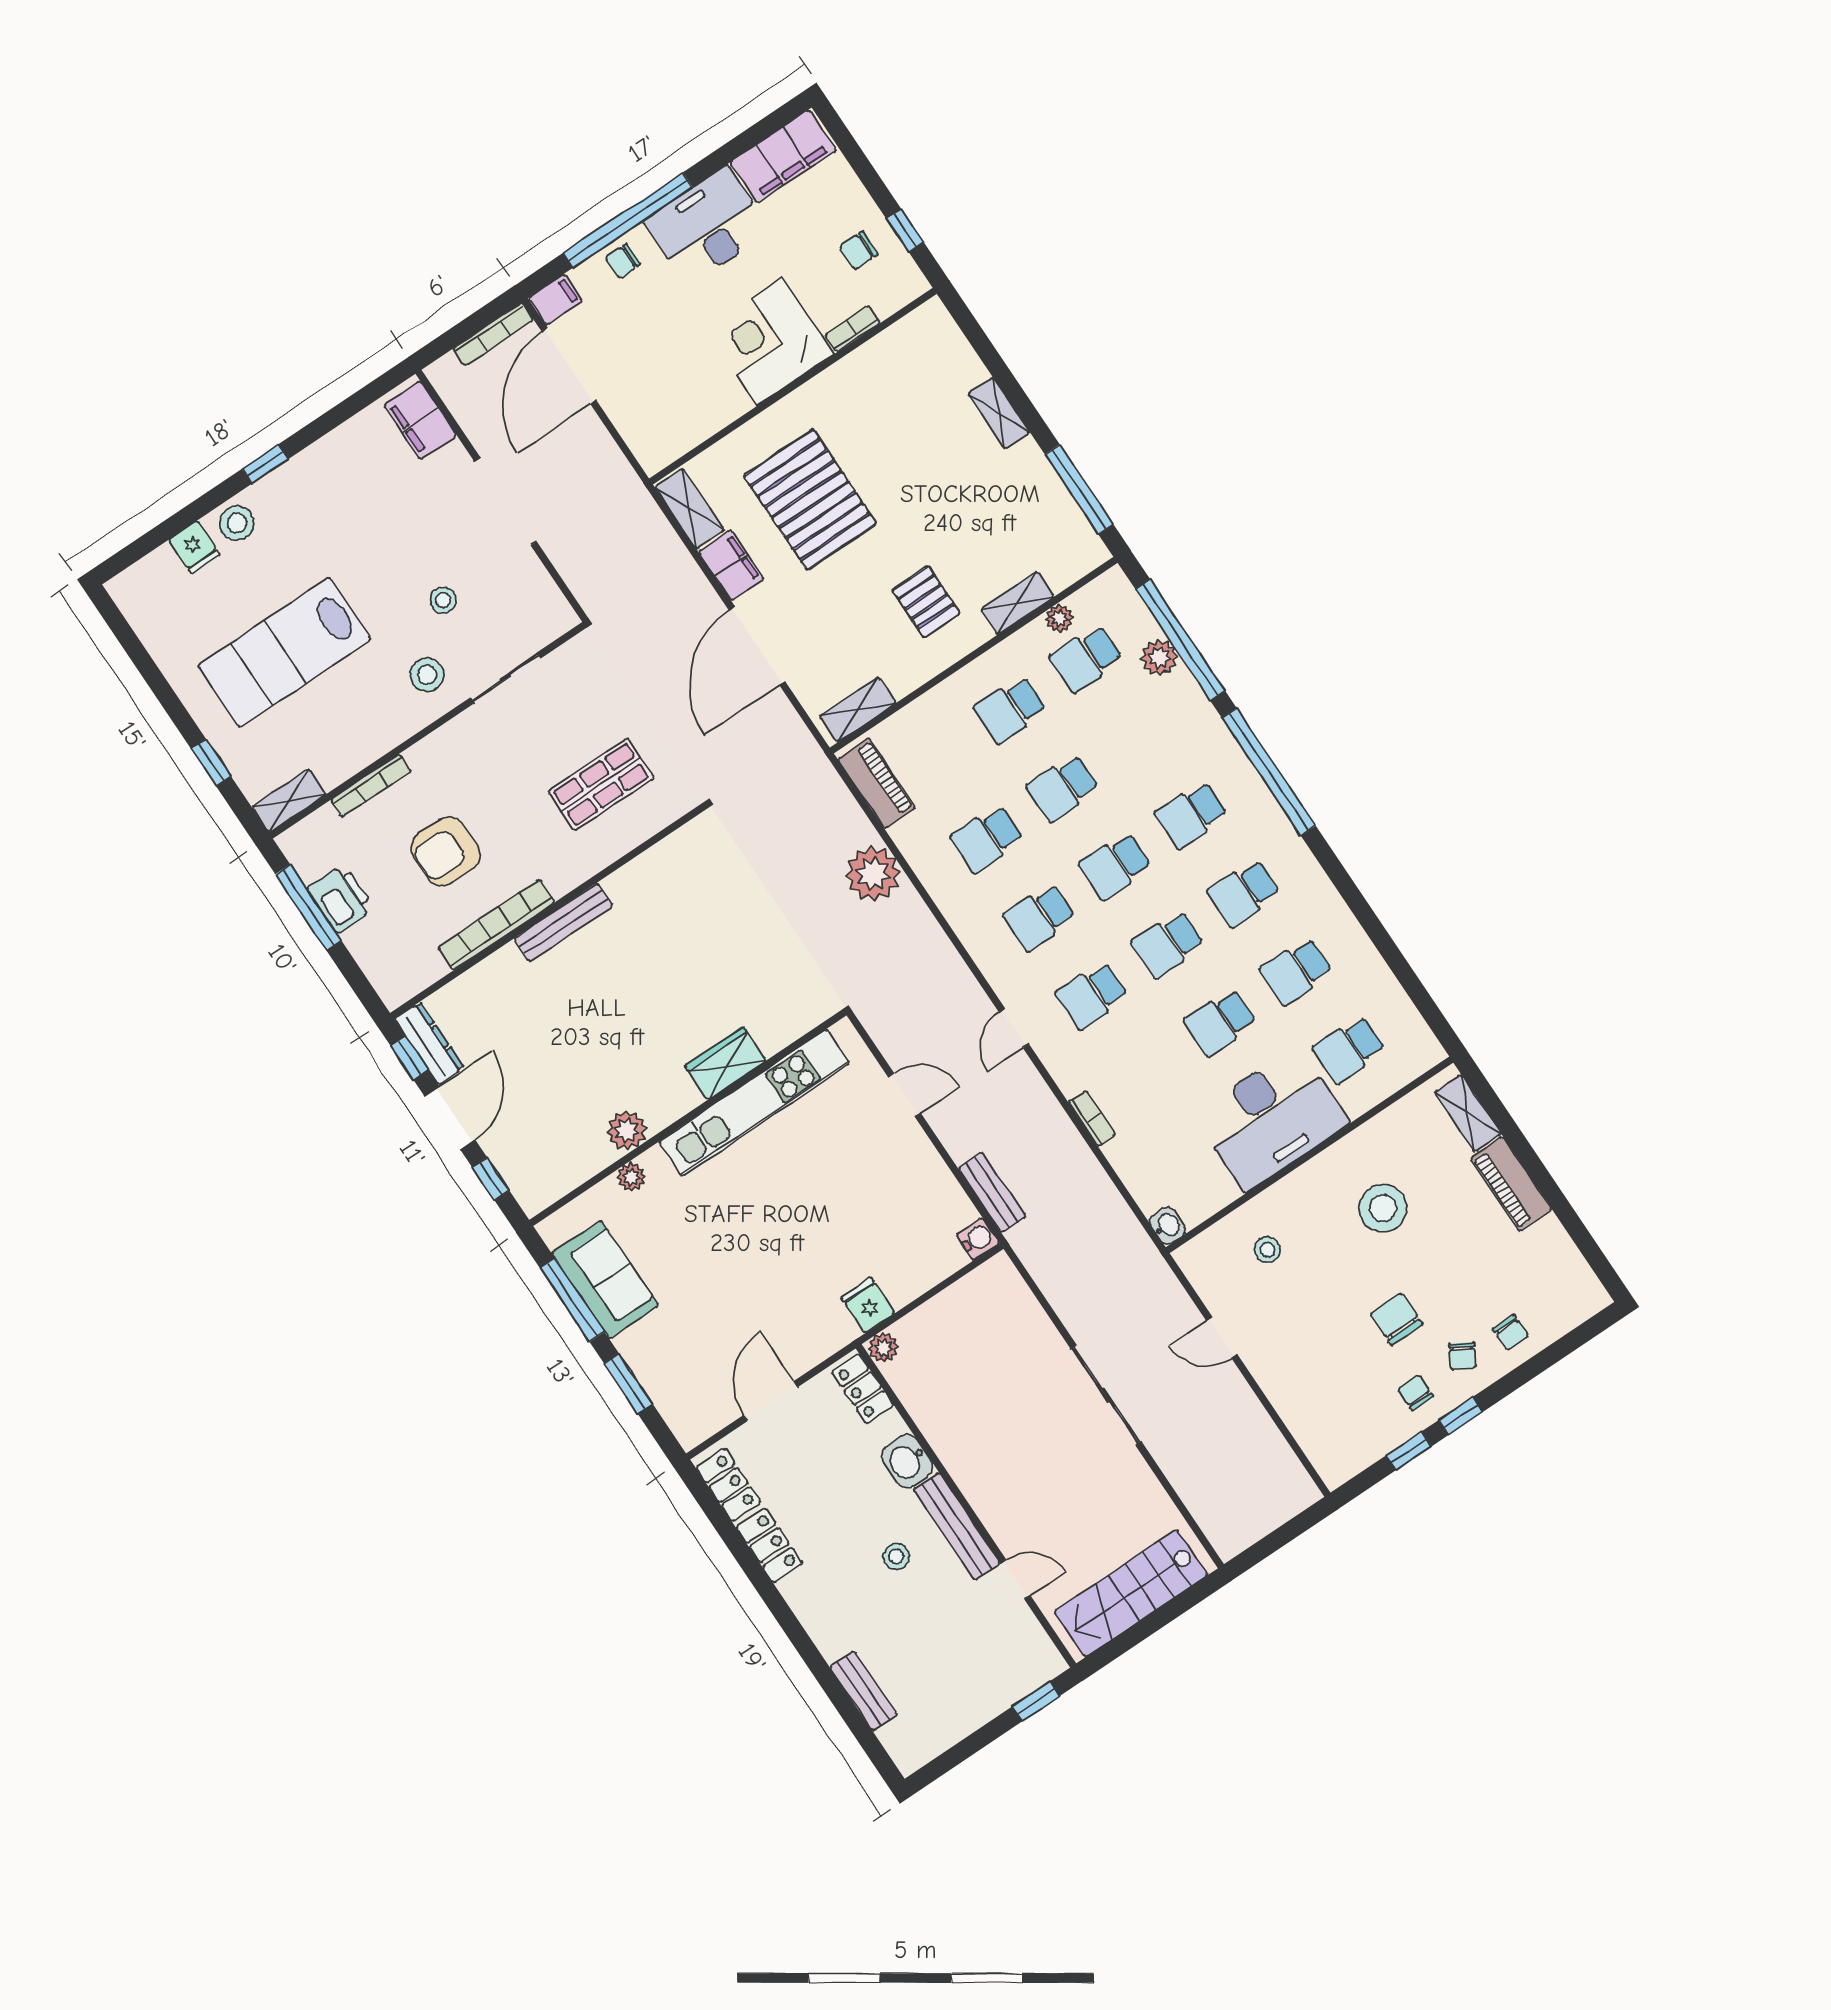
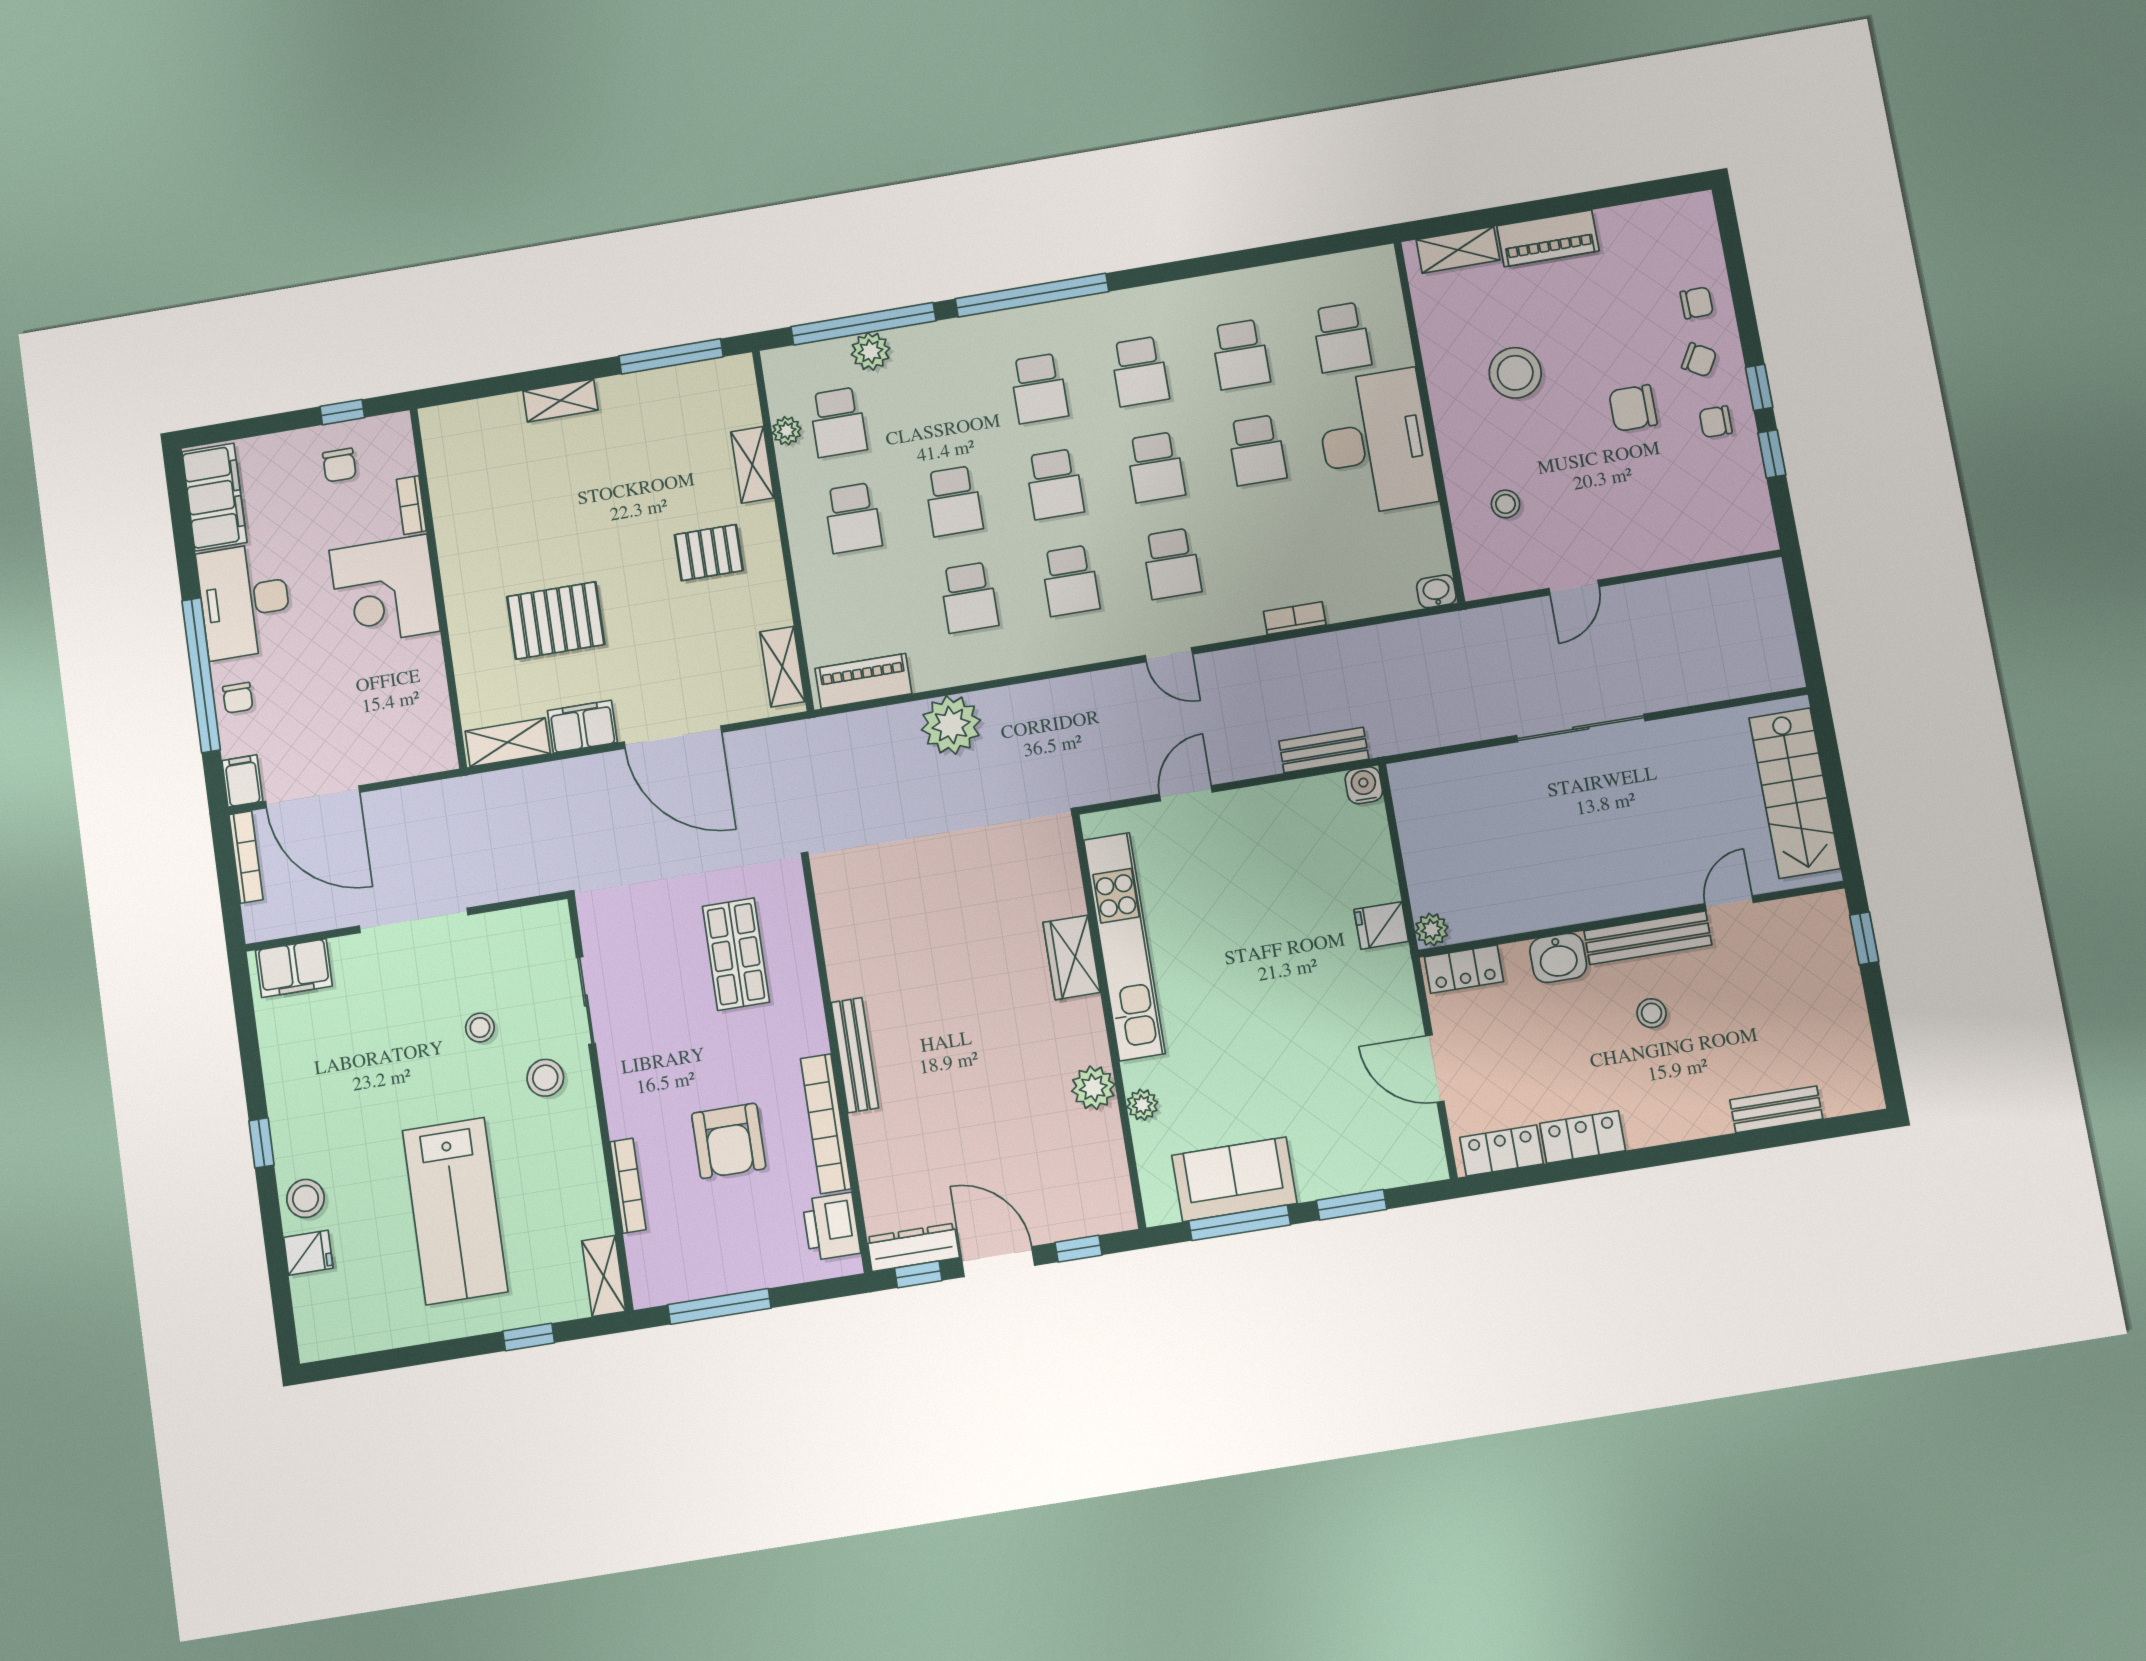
pallet: (810, 500) -> (556, 621), width x0.73, depth x0.71
printer: (341, 899) -> (831, 1227), moved, turned -90

